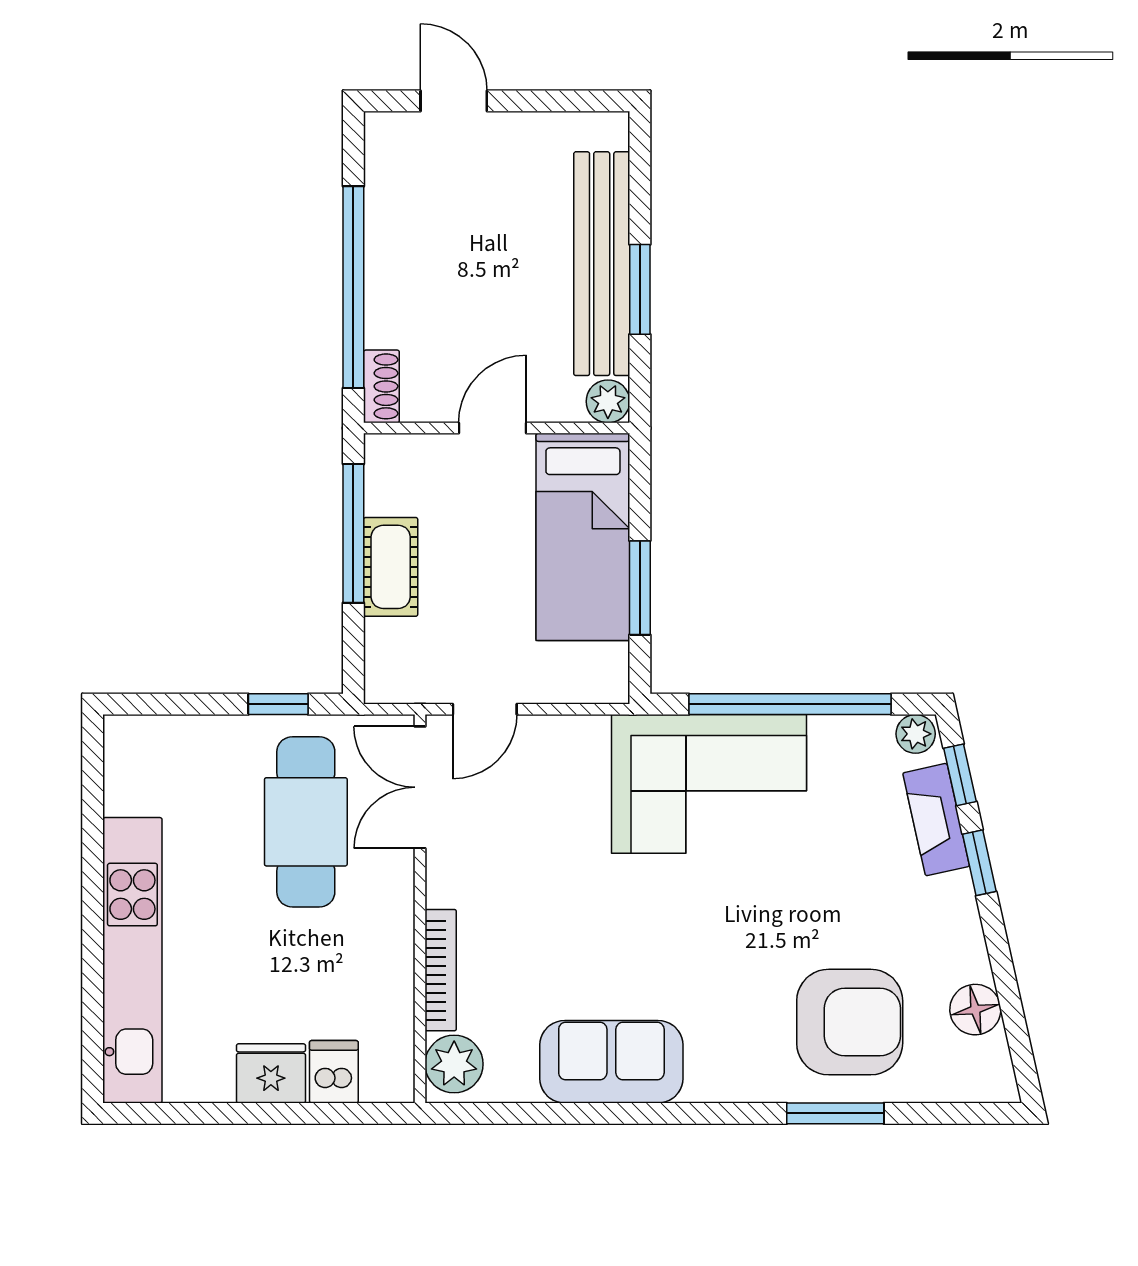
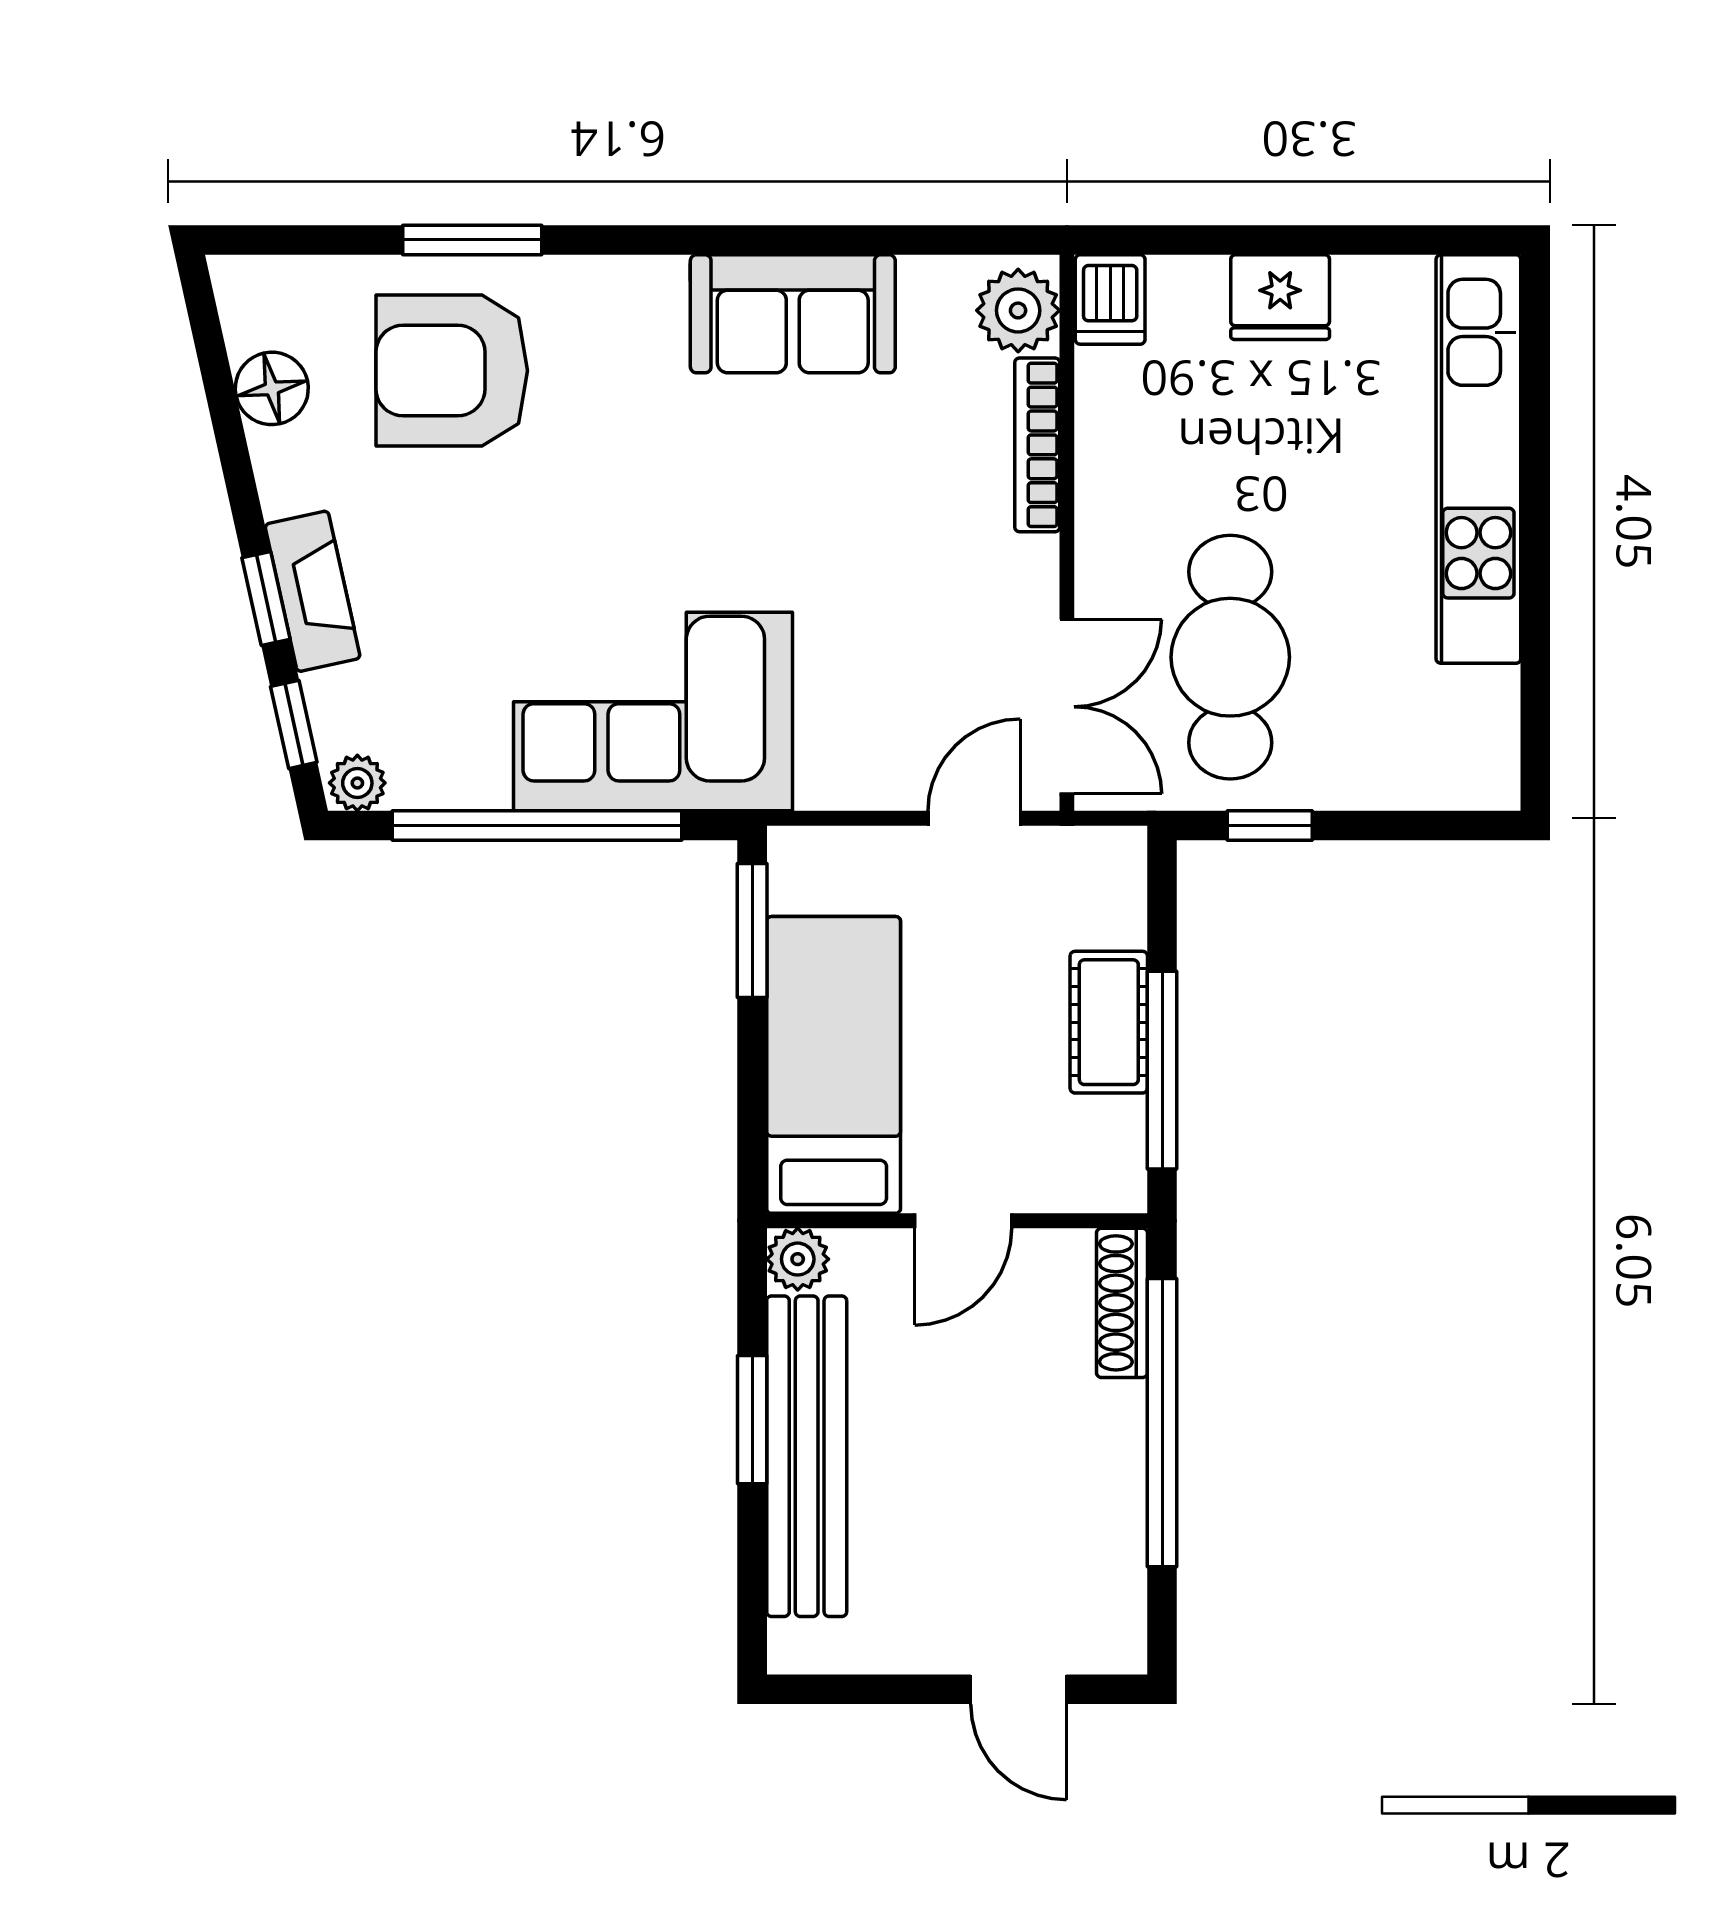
shoe rack: (381, 386) -> (1122, 1303), width x1.43
window: (640, 588) -> (752, 930), moved
fireplace: (936, 820) -> (313, 591), moved
dishwasher: (334, 1072) -> (1110, 299), moved

